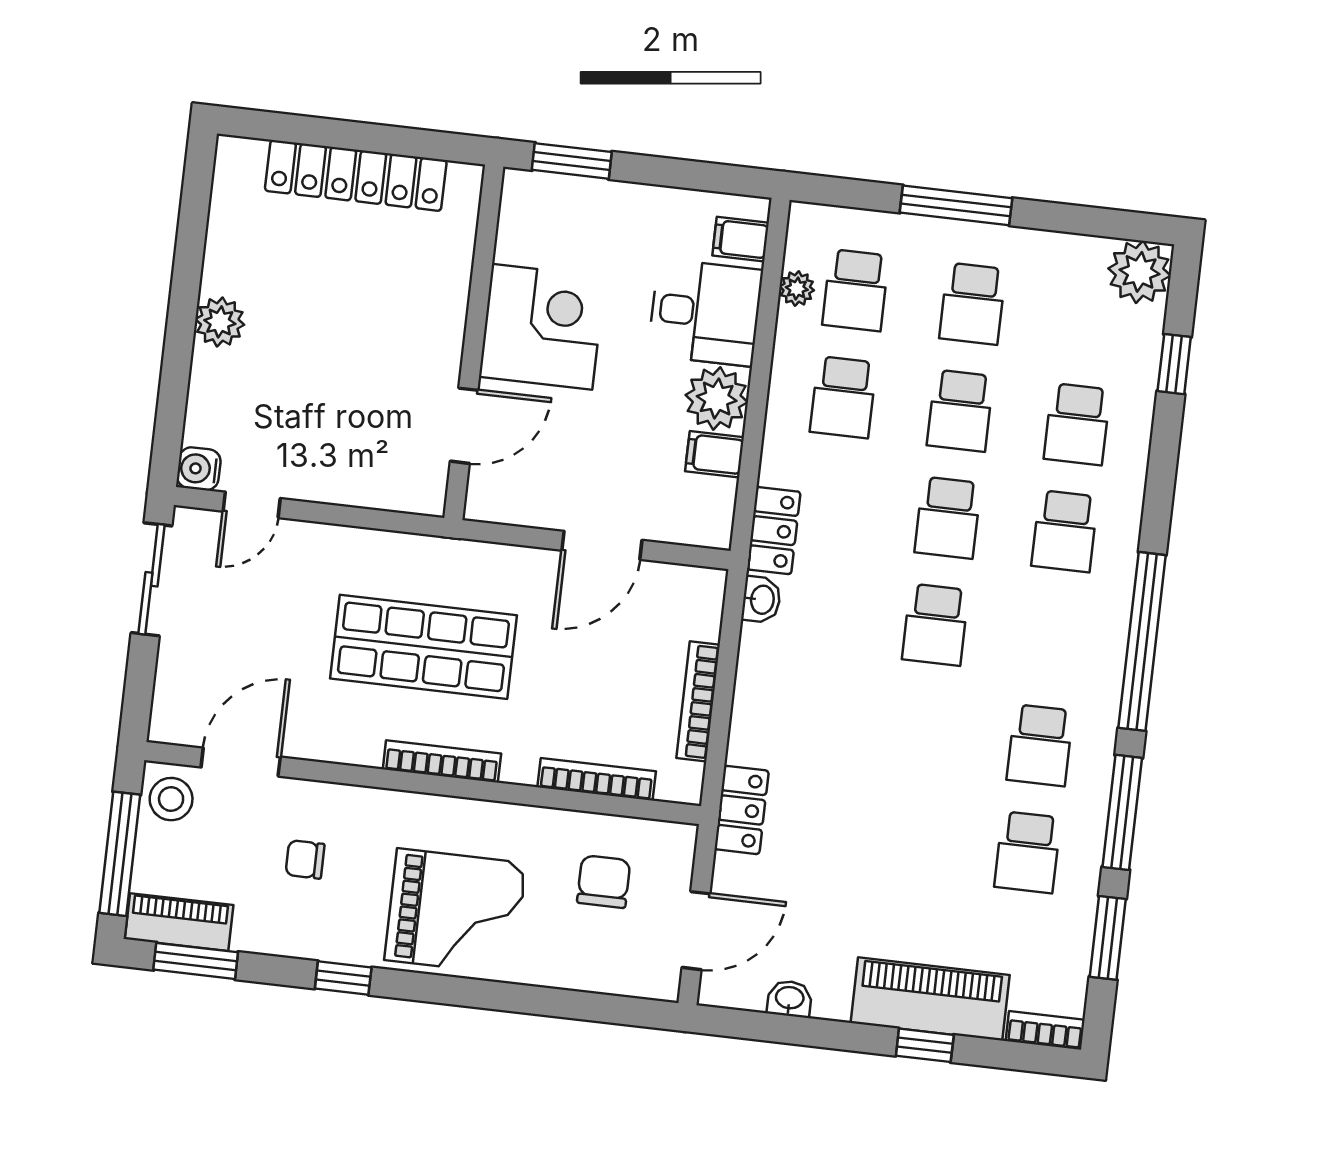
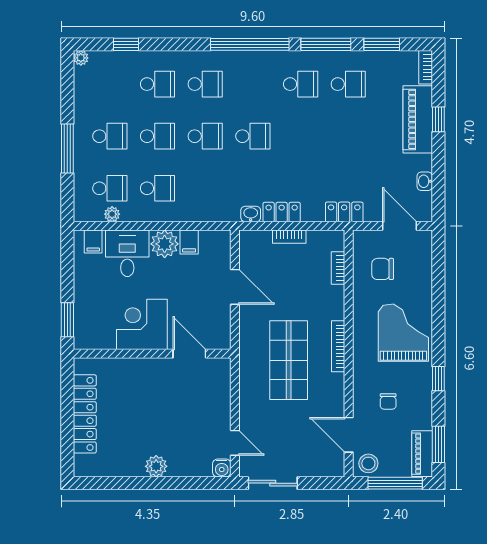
plant: (1140, 272) -> (81, 58), width x0.53, depth x0.53
locker: (774, 531) -> (282, 212), moved
bookcase: (698, 701) -> (289, 237), width x0.64
bookcase: (597, 779) -> (338, 268), width x0.64

